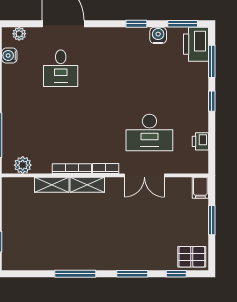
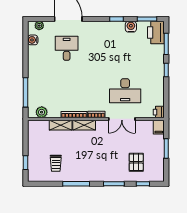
desk: (61, 68) -> (67, 48), turned 180
printer: (200, 141) -> (159, 112), moved
trolley: (44, 242) -> (56, 163), added
pallet: (192, 257) -> (136, 162), moved, turned 90

